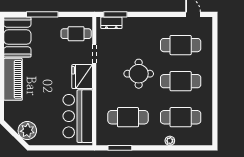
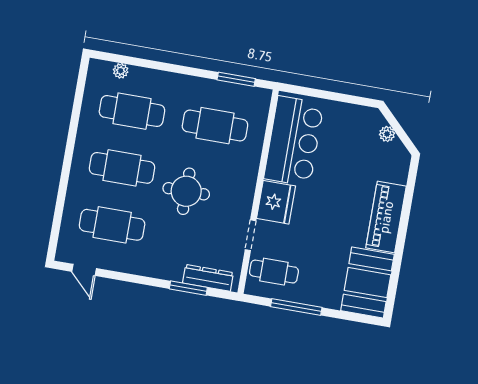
window: (42, 14) -> (296, 307), moved
window: (115, 14) -> (188, 288), moved
dresser: (111, 23) -> (208, 278), width x1.44
plant: (27, 131) -> (387, 134), width x0.53, depth x0.53
plant: (170, 141) -> (121, 71), moved

